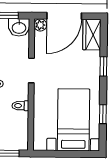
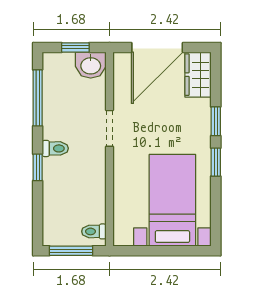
plant: (40, 25) -> (122, 61), removed
toilet: (20, 106) -> (94, 231), moved
window: (103, 114) -> (216, 162), moved

